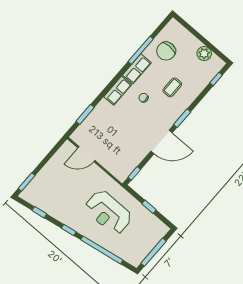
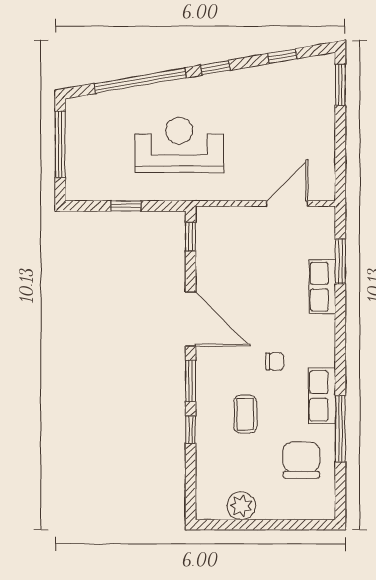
window: (216, 79) -> (191, 430), moved
row of seats: (118, 91) -> (322, 287), moved
door: (162, 142) -> (191, 319), swing flipped

